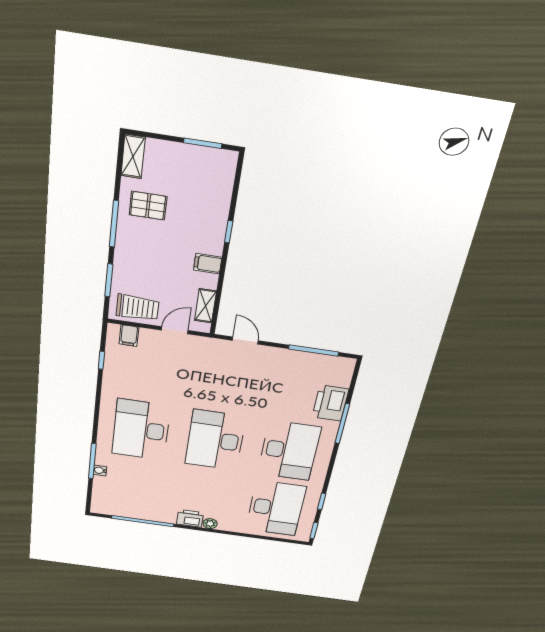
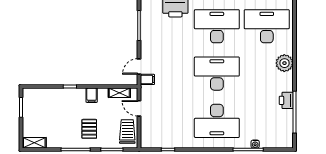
pallet: (148, 206) -> (89, 129), moved
filing cabinet: (129, 336) -> (147, 79), moved
desk: (215, 440) -> (217, 74), turned 180
printer: (190, 518) -> (286, 100), moved
plant: (210, 524) -> (284, 63), width x1.88, depth x1.88

